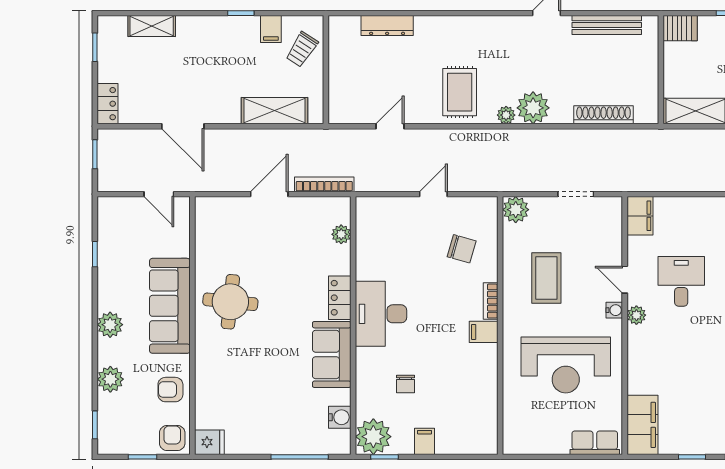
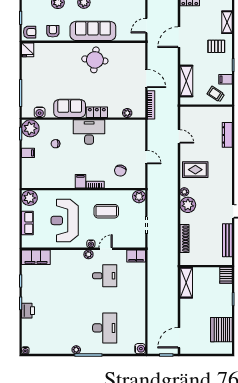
pallet: (202, 48) -> (216, 46), added
plant: (519, 438) -> (29, 198), added
row of seats: (595, 443) -> (27, 223), moved

